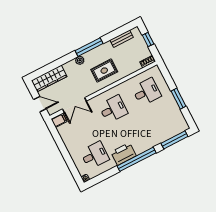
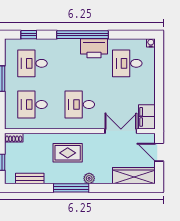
filing cabinet: (59, 120) -> (147, 117), width x2.00
desk: (161, 121) -> (32, 63), added
window: (174, 140) -> (29, 35), width x0.46

